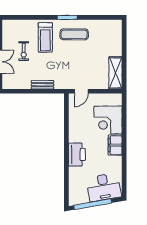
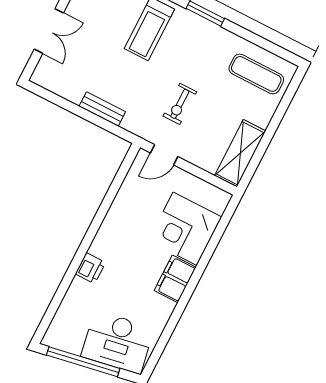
exercise mat: (74, 34) -> (256, 74), moved
exercise bike: (24, 51) -> (180, 104), moved
printer: (77, 155) -> (90, 268), width x0.53, depth x0.68

